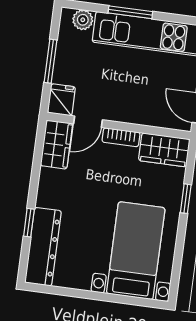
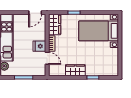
fridge: (61, 100) -> (39, 46), moved
wardrobe: (56, 145) -> (75, 70), moved
dresser: (43, 247) -> (102, 70), removed

